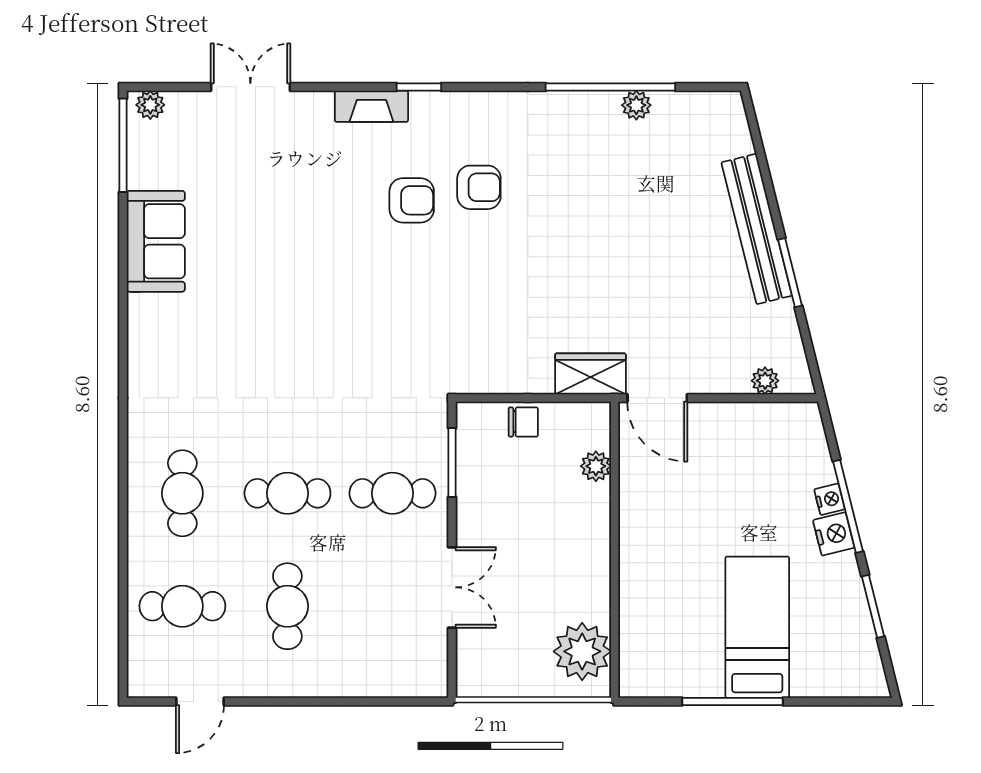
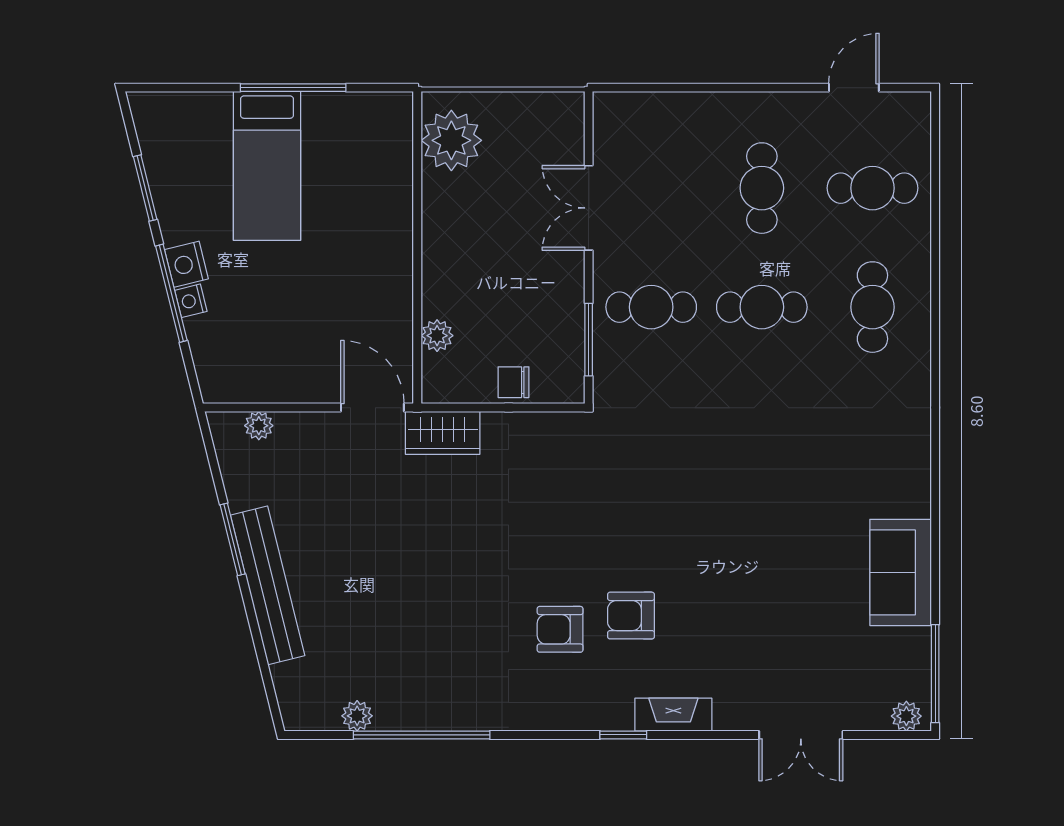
plant: (636, 105) -> (357, 716), moved

